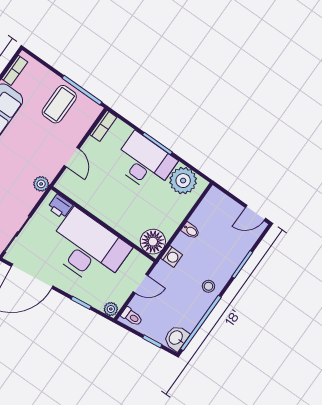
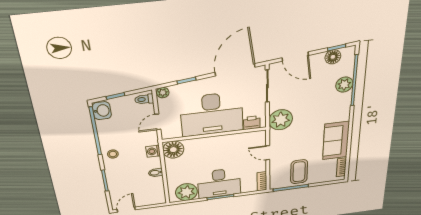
plant: (41, 184) -> (281, 120), width x1.88, depth x1.88

